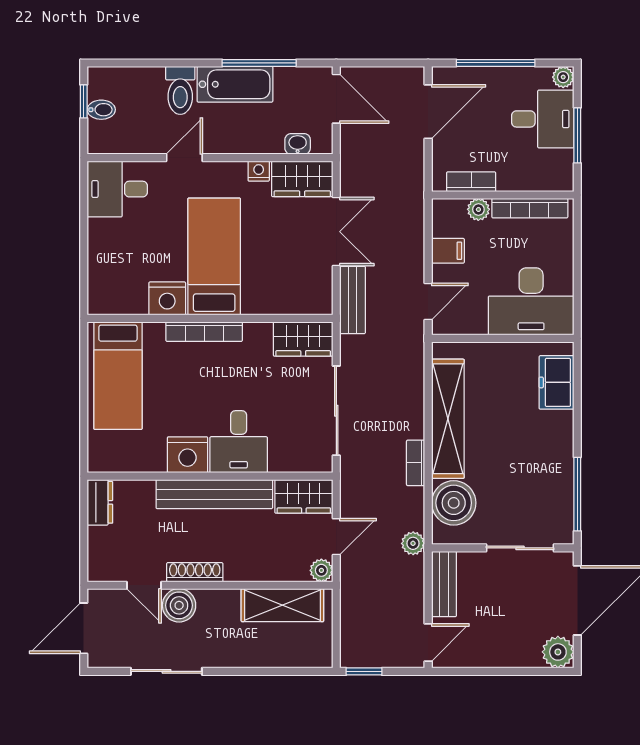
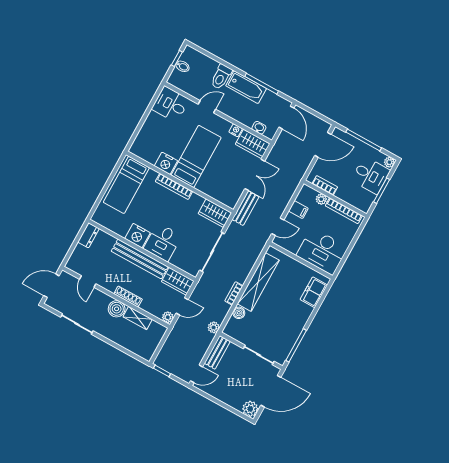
boiler: (454, 503) -> (239, 313), width x0.54, depth x0.54
shoe rack: (195, 572) -> (128, 297), moved
boiler: (179, 605) -> (117, 309), moved
shelving: (282, 605) -> (138, 318), width x0.67, depth x0.75

